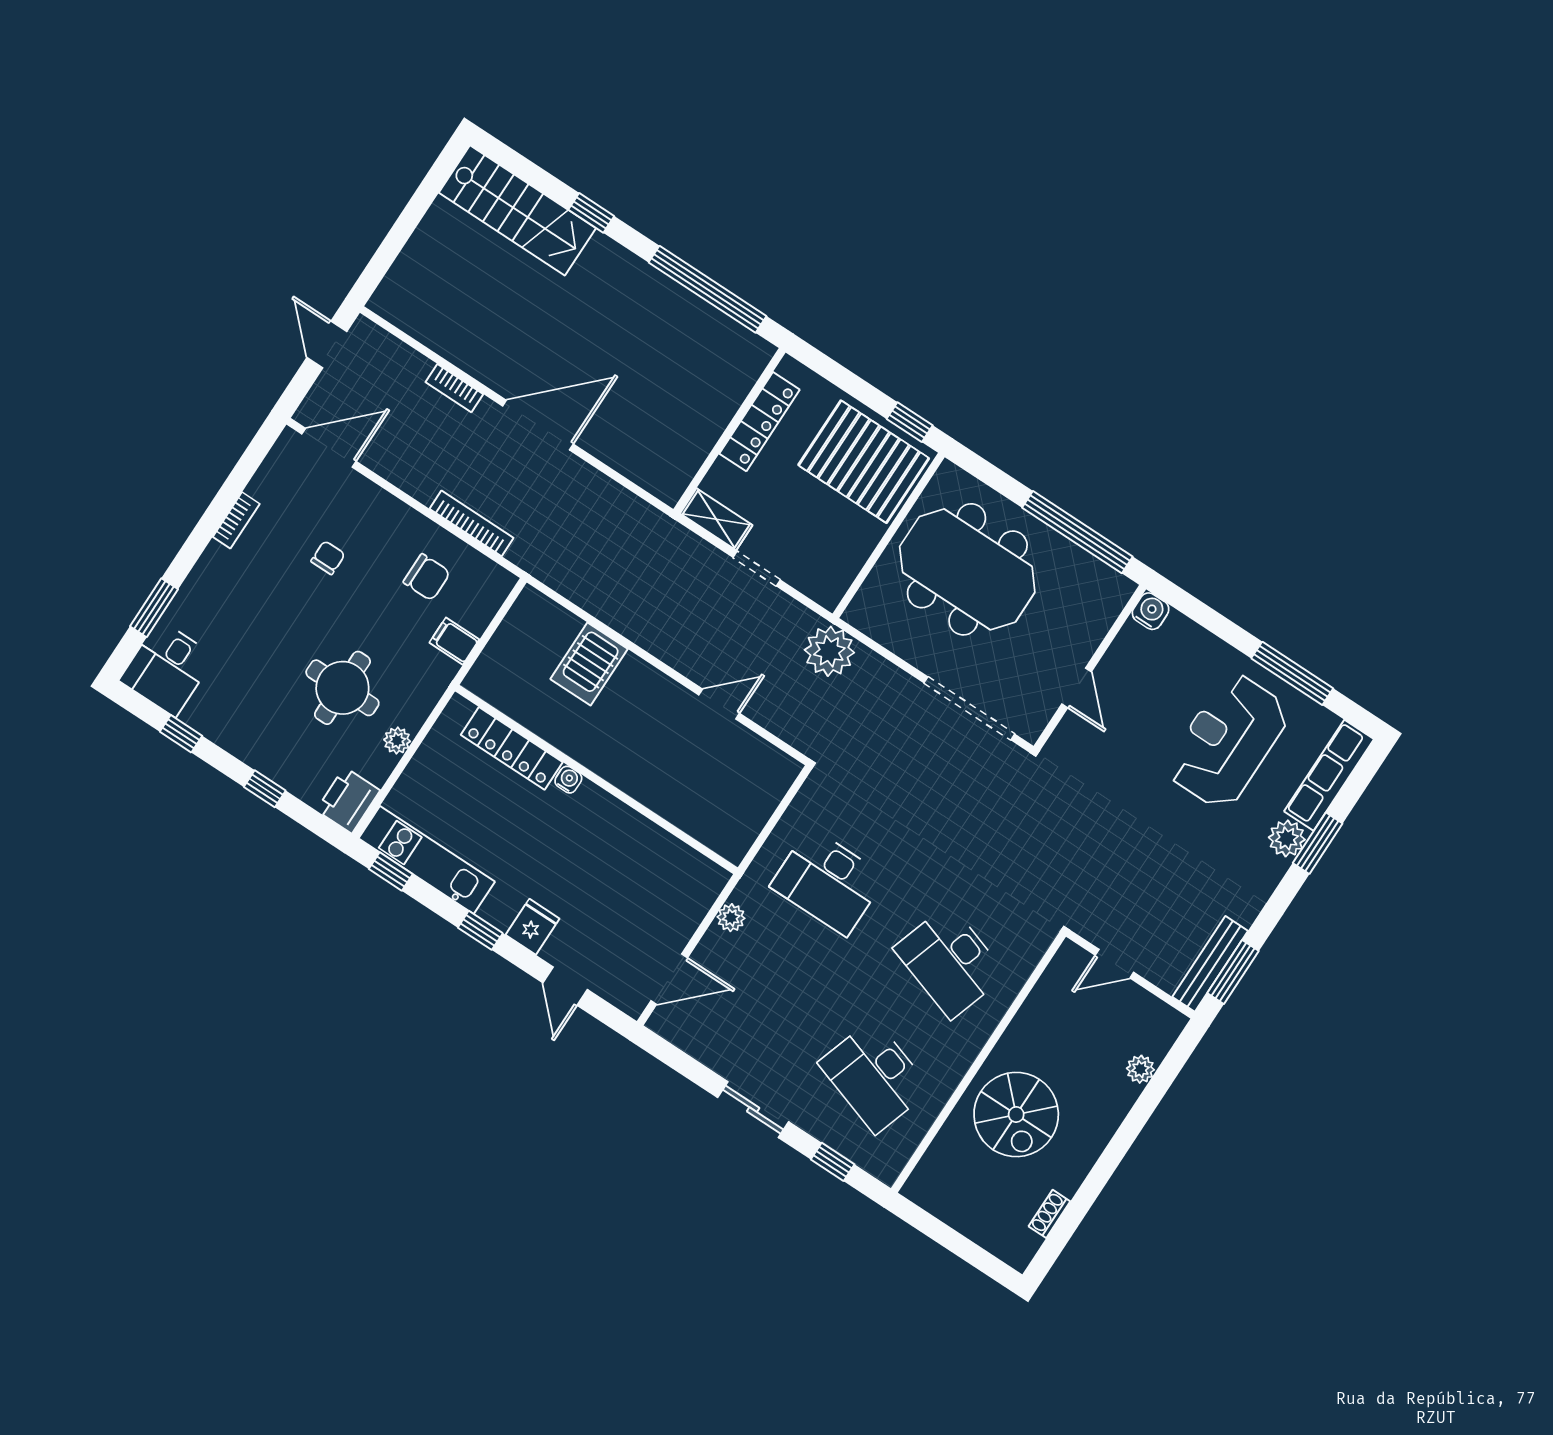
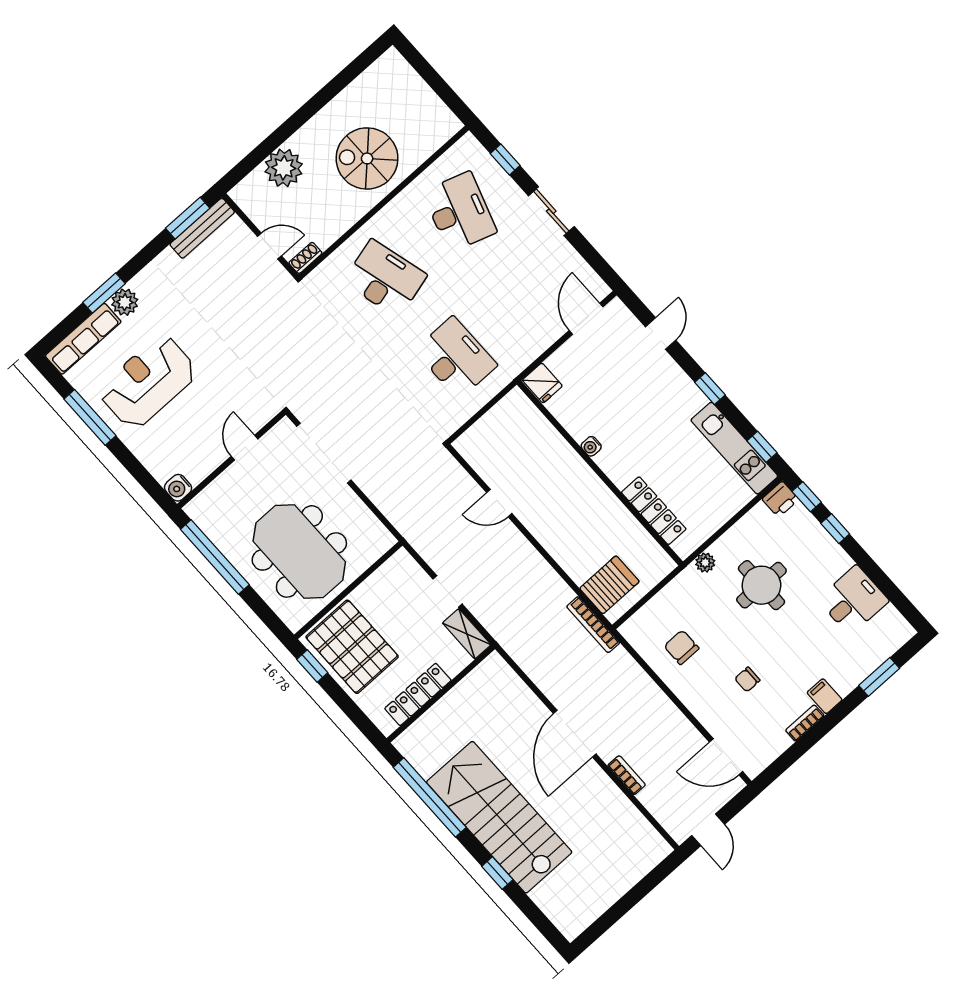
stairs: (517, 210) -> (499, 817), moved, width x1.36, depth x1.51
door: (538, 425) -> (575, 734), hinge flipped
bookcase: (472, 523) -> (593, 625), moved
filing cabinet: (454, 641) -> (825, 696), moved, turned 180
plant: (829, 651) -> (412, 520), removed
server rack: (589, 664) -> (609, 585), moved
desk: (167, 668) -> (853, 600), moved
window: (181, 734) -> (807, 497), moved
plant: (397, 741) -> (705, 563), moved
reception desk: (1228, 741) -> (148, 382), turned 180
water cooler: (568, 780) -> (591, 446), moved
printer: (348, 800) -> (780, 499), width x0.73, depth x0.81
plant: (731, 918) -> (531, 350), removed
fridge: (533, 927) -> (542, 383), moved, turned -90
desk: (950, 962) -> (385, 279), turned -33
door: (669, 979) -> (586, 319), hinge flipped
plant: (1140, 1069) -> (284, 168), width x1.88, depth x1.88
spiral stairs: (1016, 1115) -> (367, 158), turned -90
shoe rack: (1049, 1214) -> (305, 258), moved, turned 180

